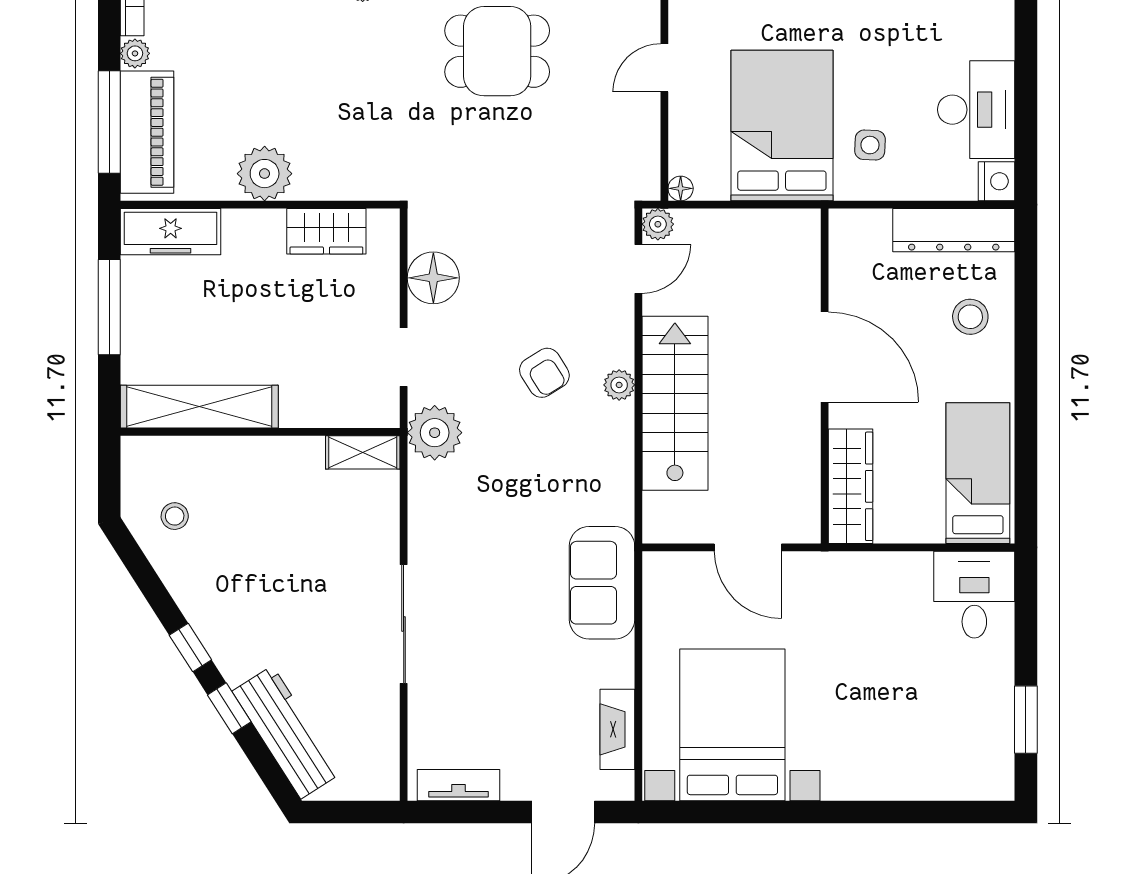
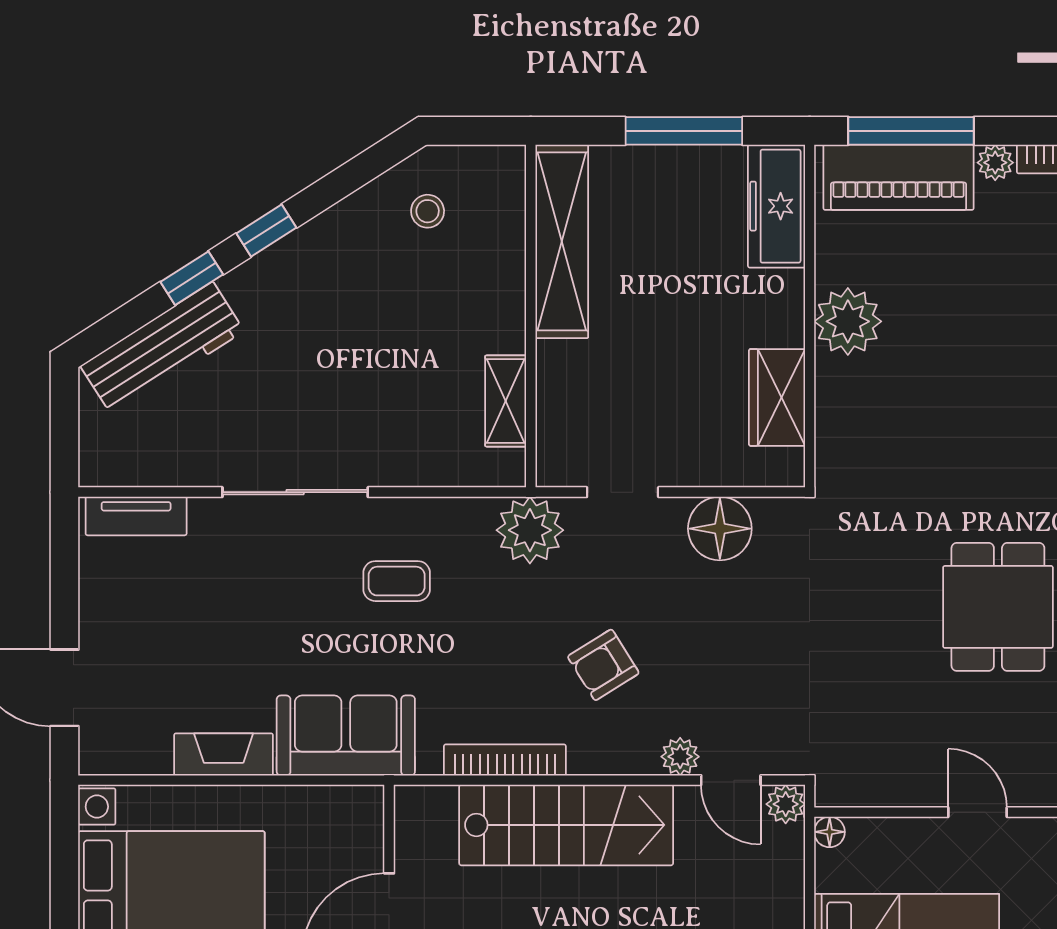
plant: (619, 385) -> (680, 757), moved
shelving: (363, 452) -> (506, 401), moved
bookcase: (622, 453) -> (505, 760), added
coffee table: (476, 541) -> (397, 581), added
fireplace: (617, 729) -> (224, 754), moved
tv unit: (458, 785) -> (136, 516), moved, turned 90

